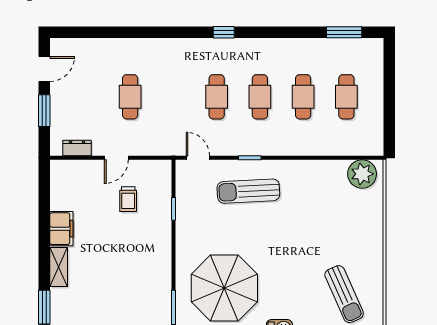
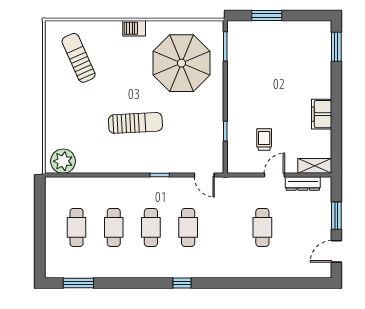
dresser: (77, 148) -> (303, 183), width x1.44
sun lounger: (248, 191) -> (135, 123), moved
shelving: (59, 267) -> (315, 166), moved, turned 90

